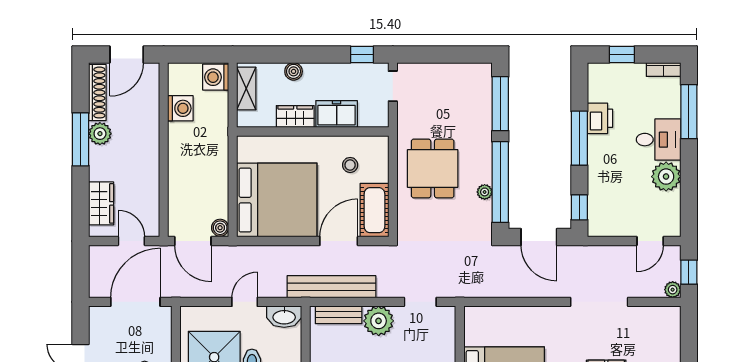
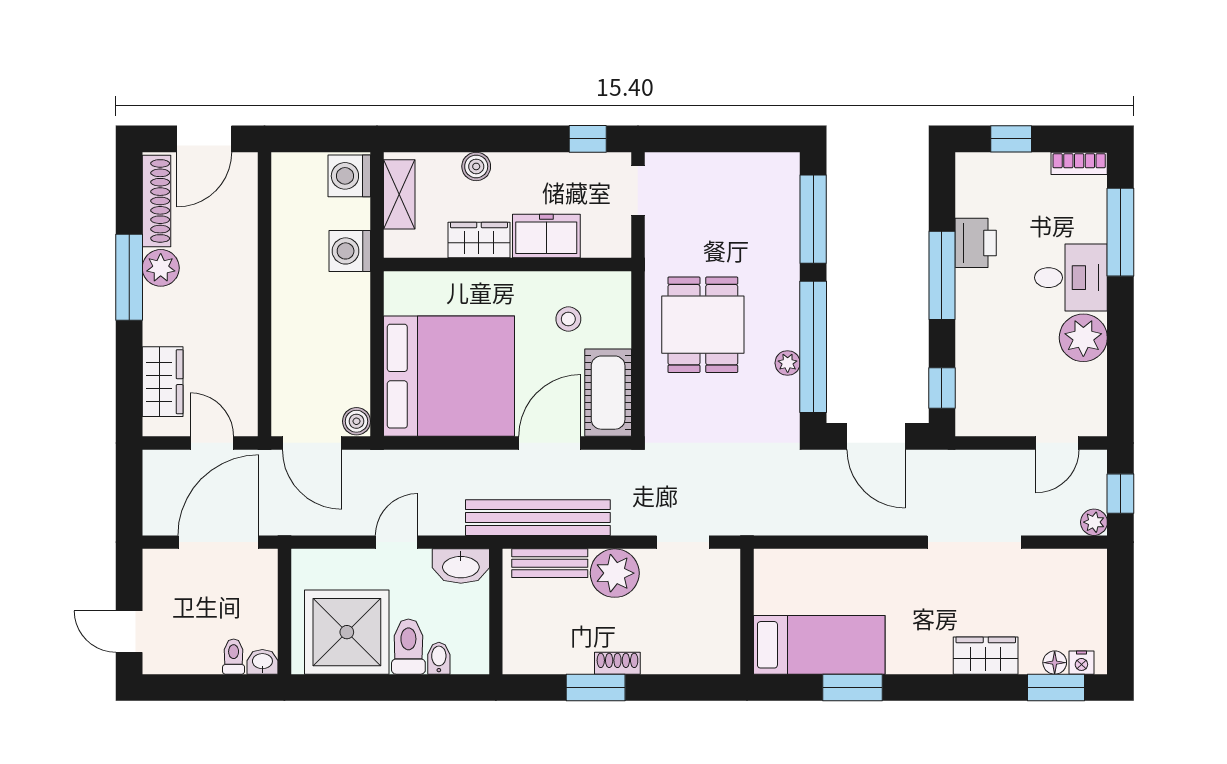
washing machine: (180, 108) -> (350, 251), moved, turned 180

